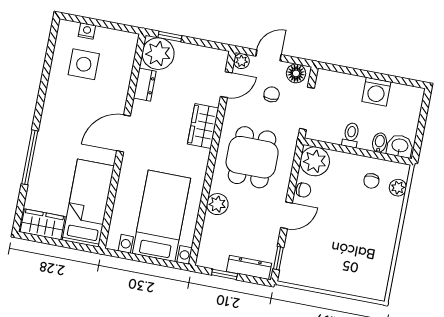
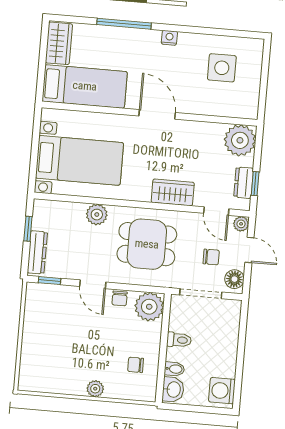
nightstand: (87, 31) -> (169, 38), moved, turned -90
window: (170, 37) -> (255, 184), moved
dresser: (145, 85) -> (244, 183), moved, turned 90
washing machine: (376, 92) -> (222, 391), moved
plant: (398, 188) -> (95, 389), moved

